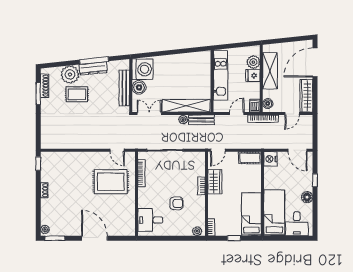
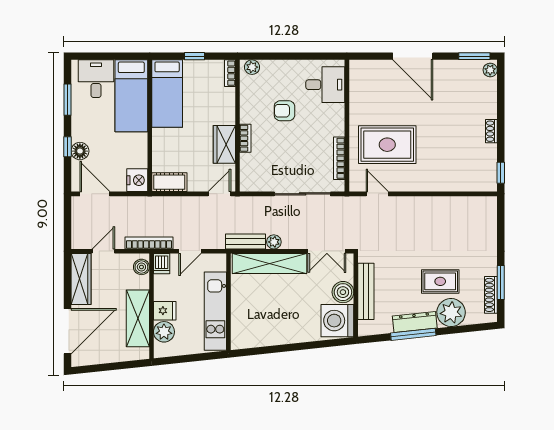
floor lamp: (307, 197) -> (80, 151), moved
window: (315, 210) -> (68, 100), added

